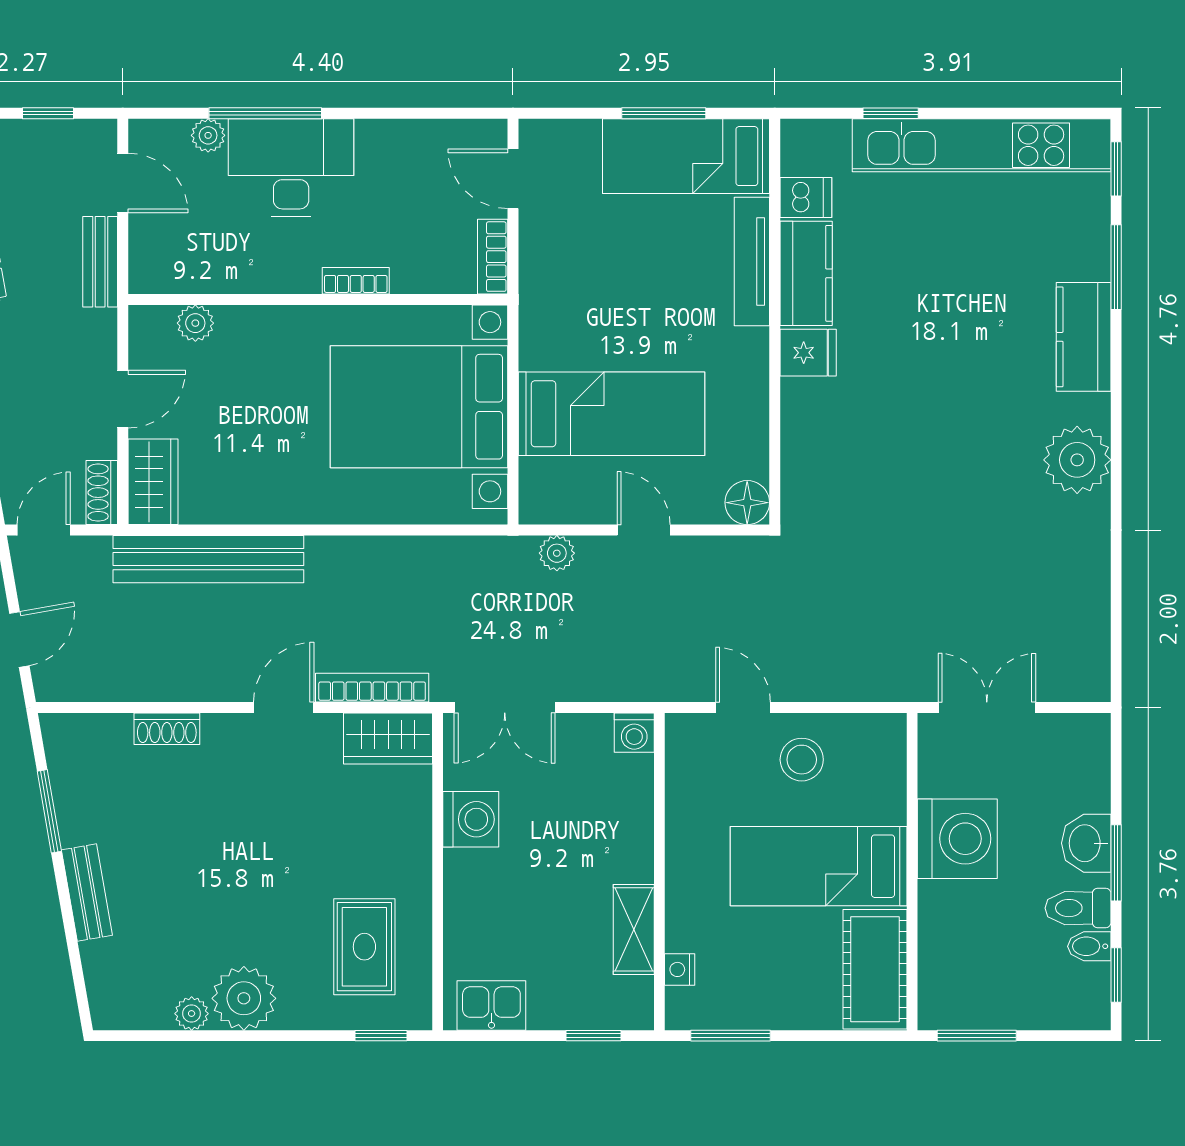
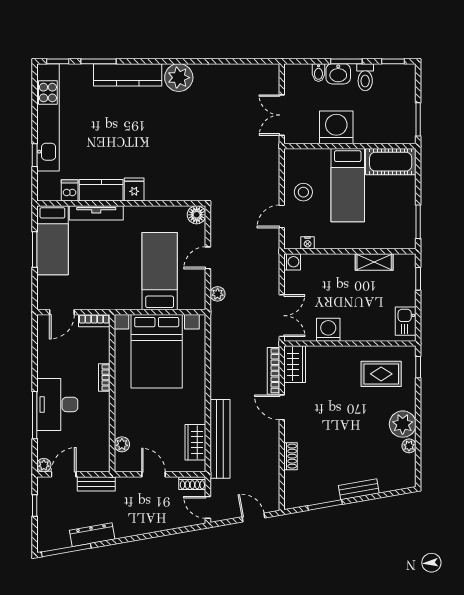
plant: (208, 135) -> (44, 465), moved
kitchen counter: (1084, 337) -> (128, 75), width x1.50
wardrobe: (153, 482) -> (195, 442), moved, turned -90
bidet: (1089, 946) -> (318, 73), moved
nightstand: (680, 969) -> (308, 243), moved

